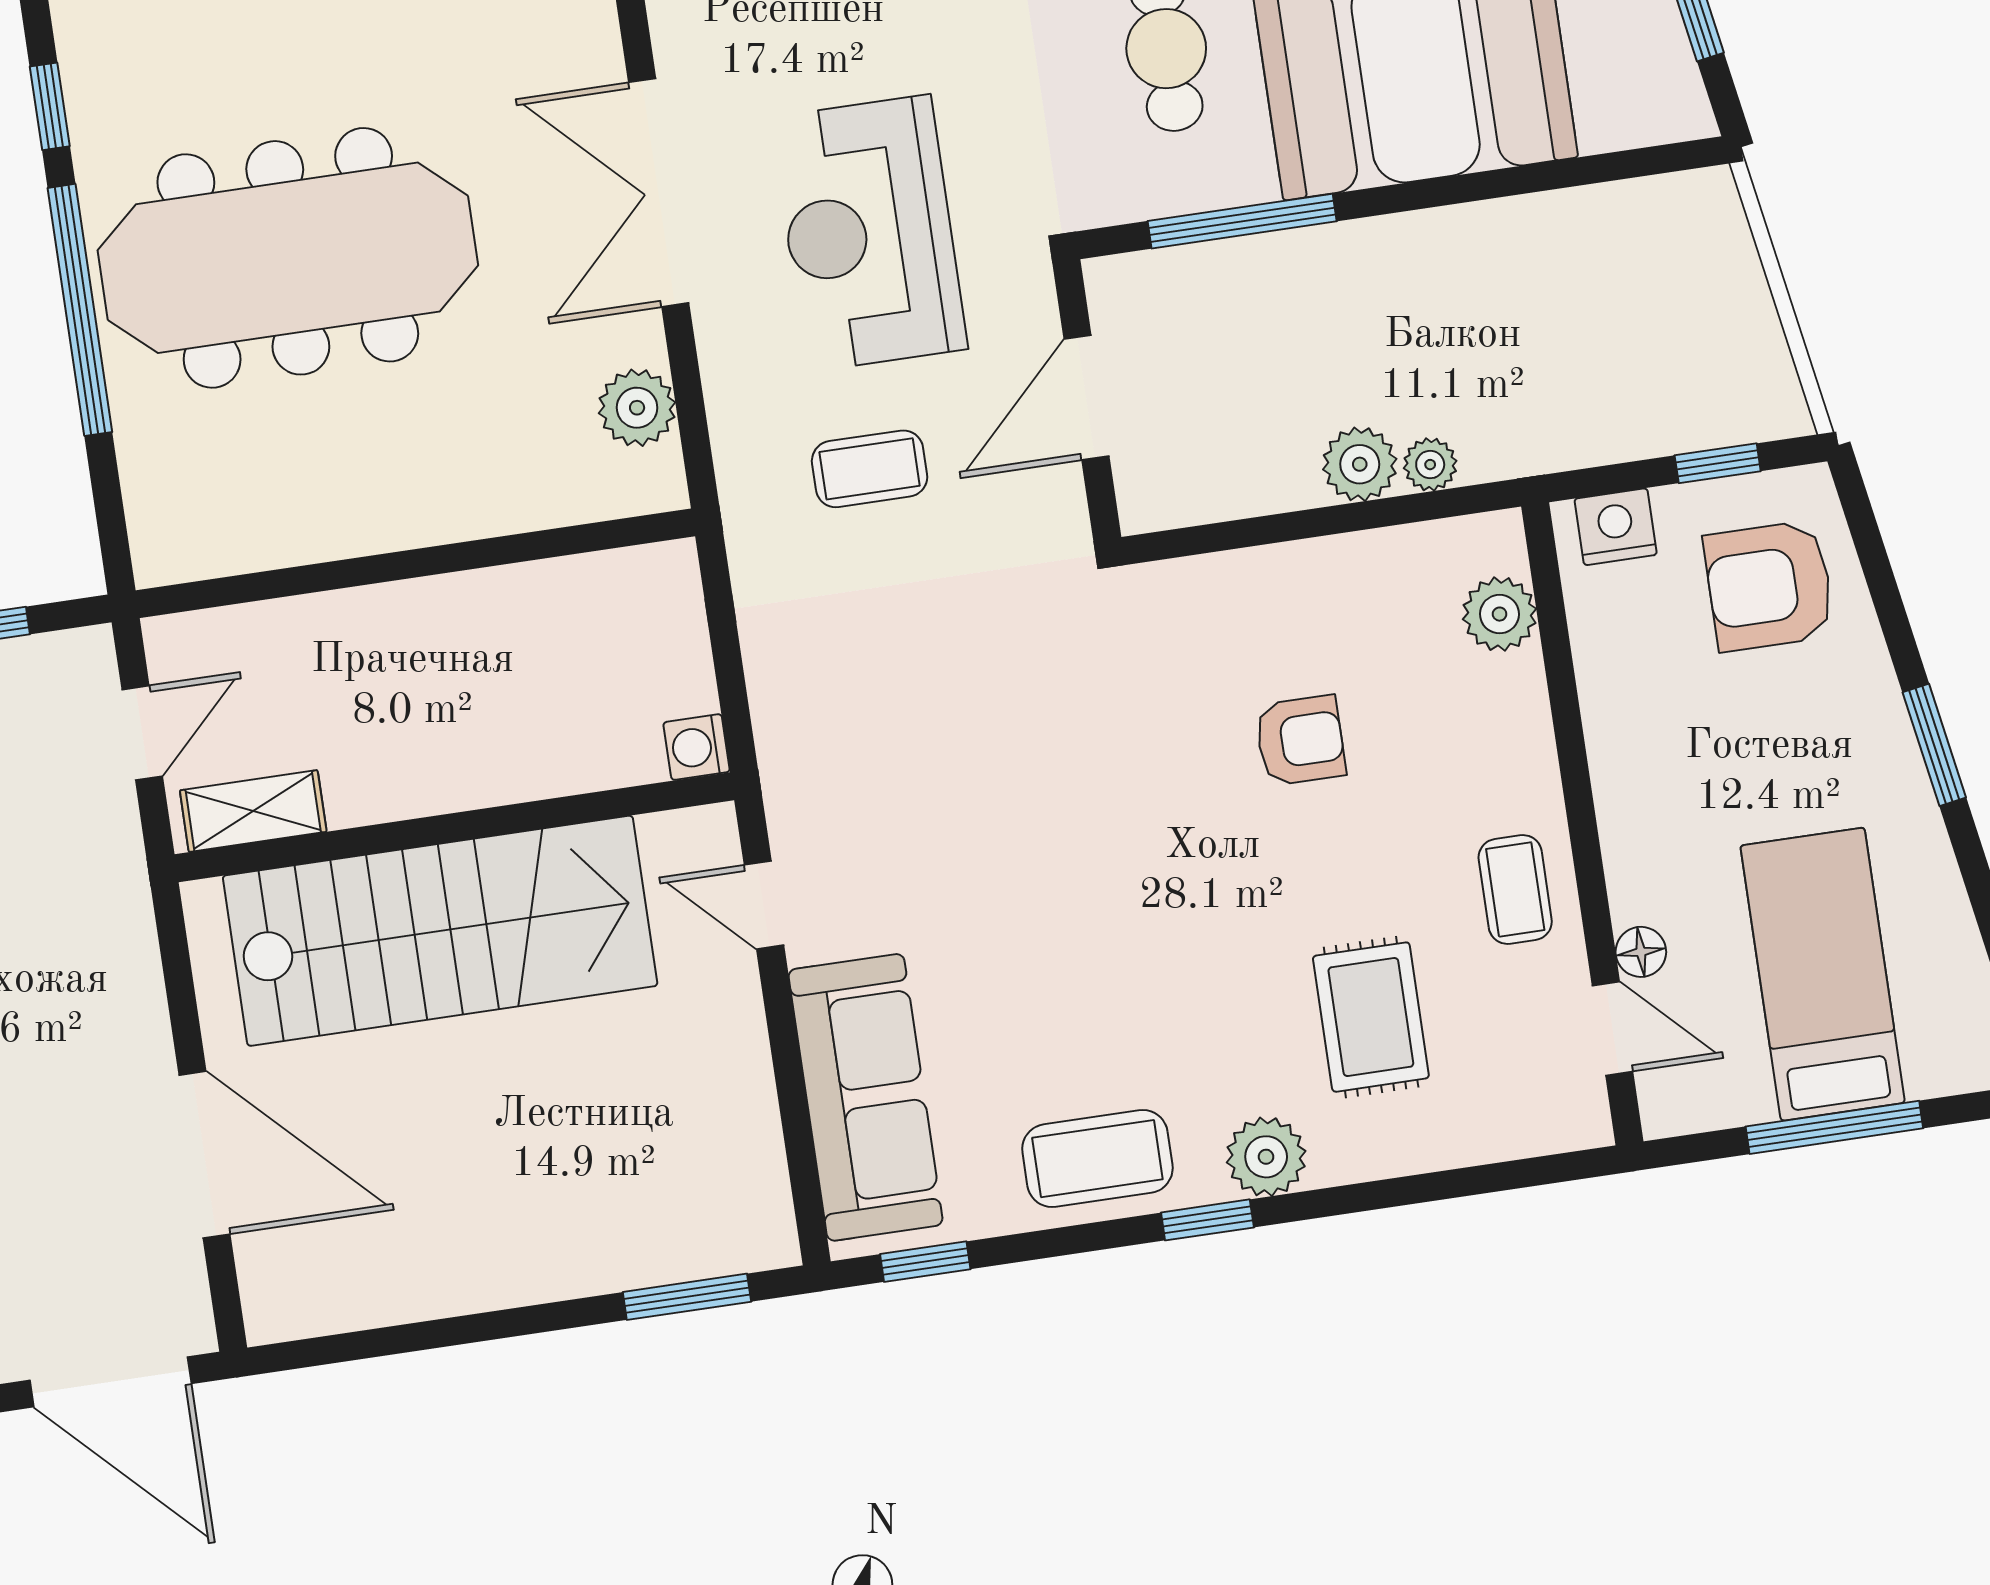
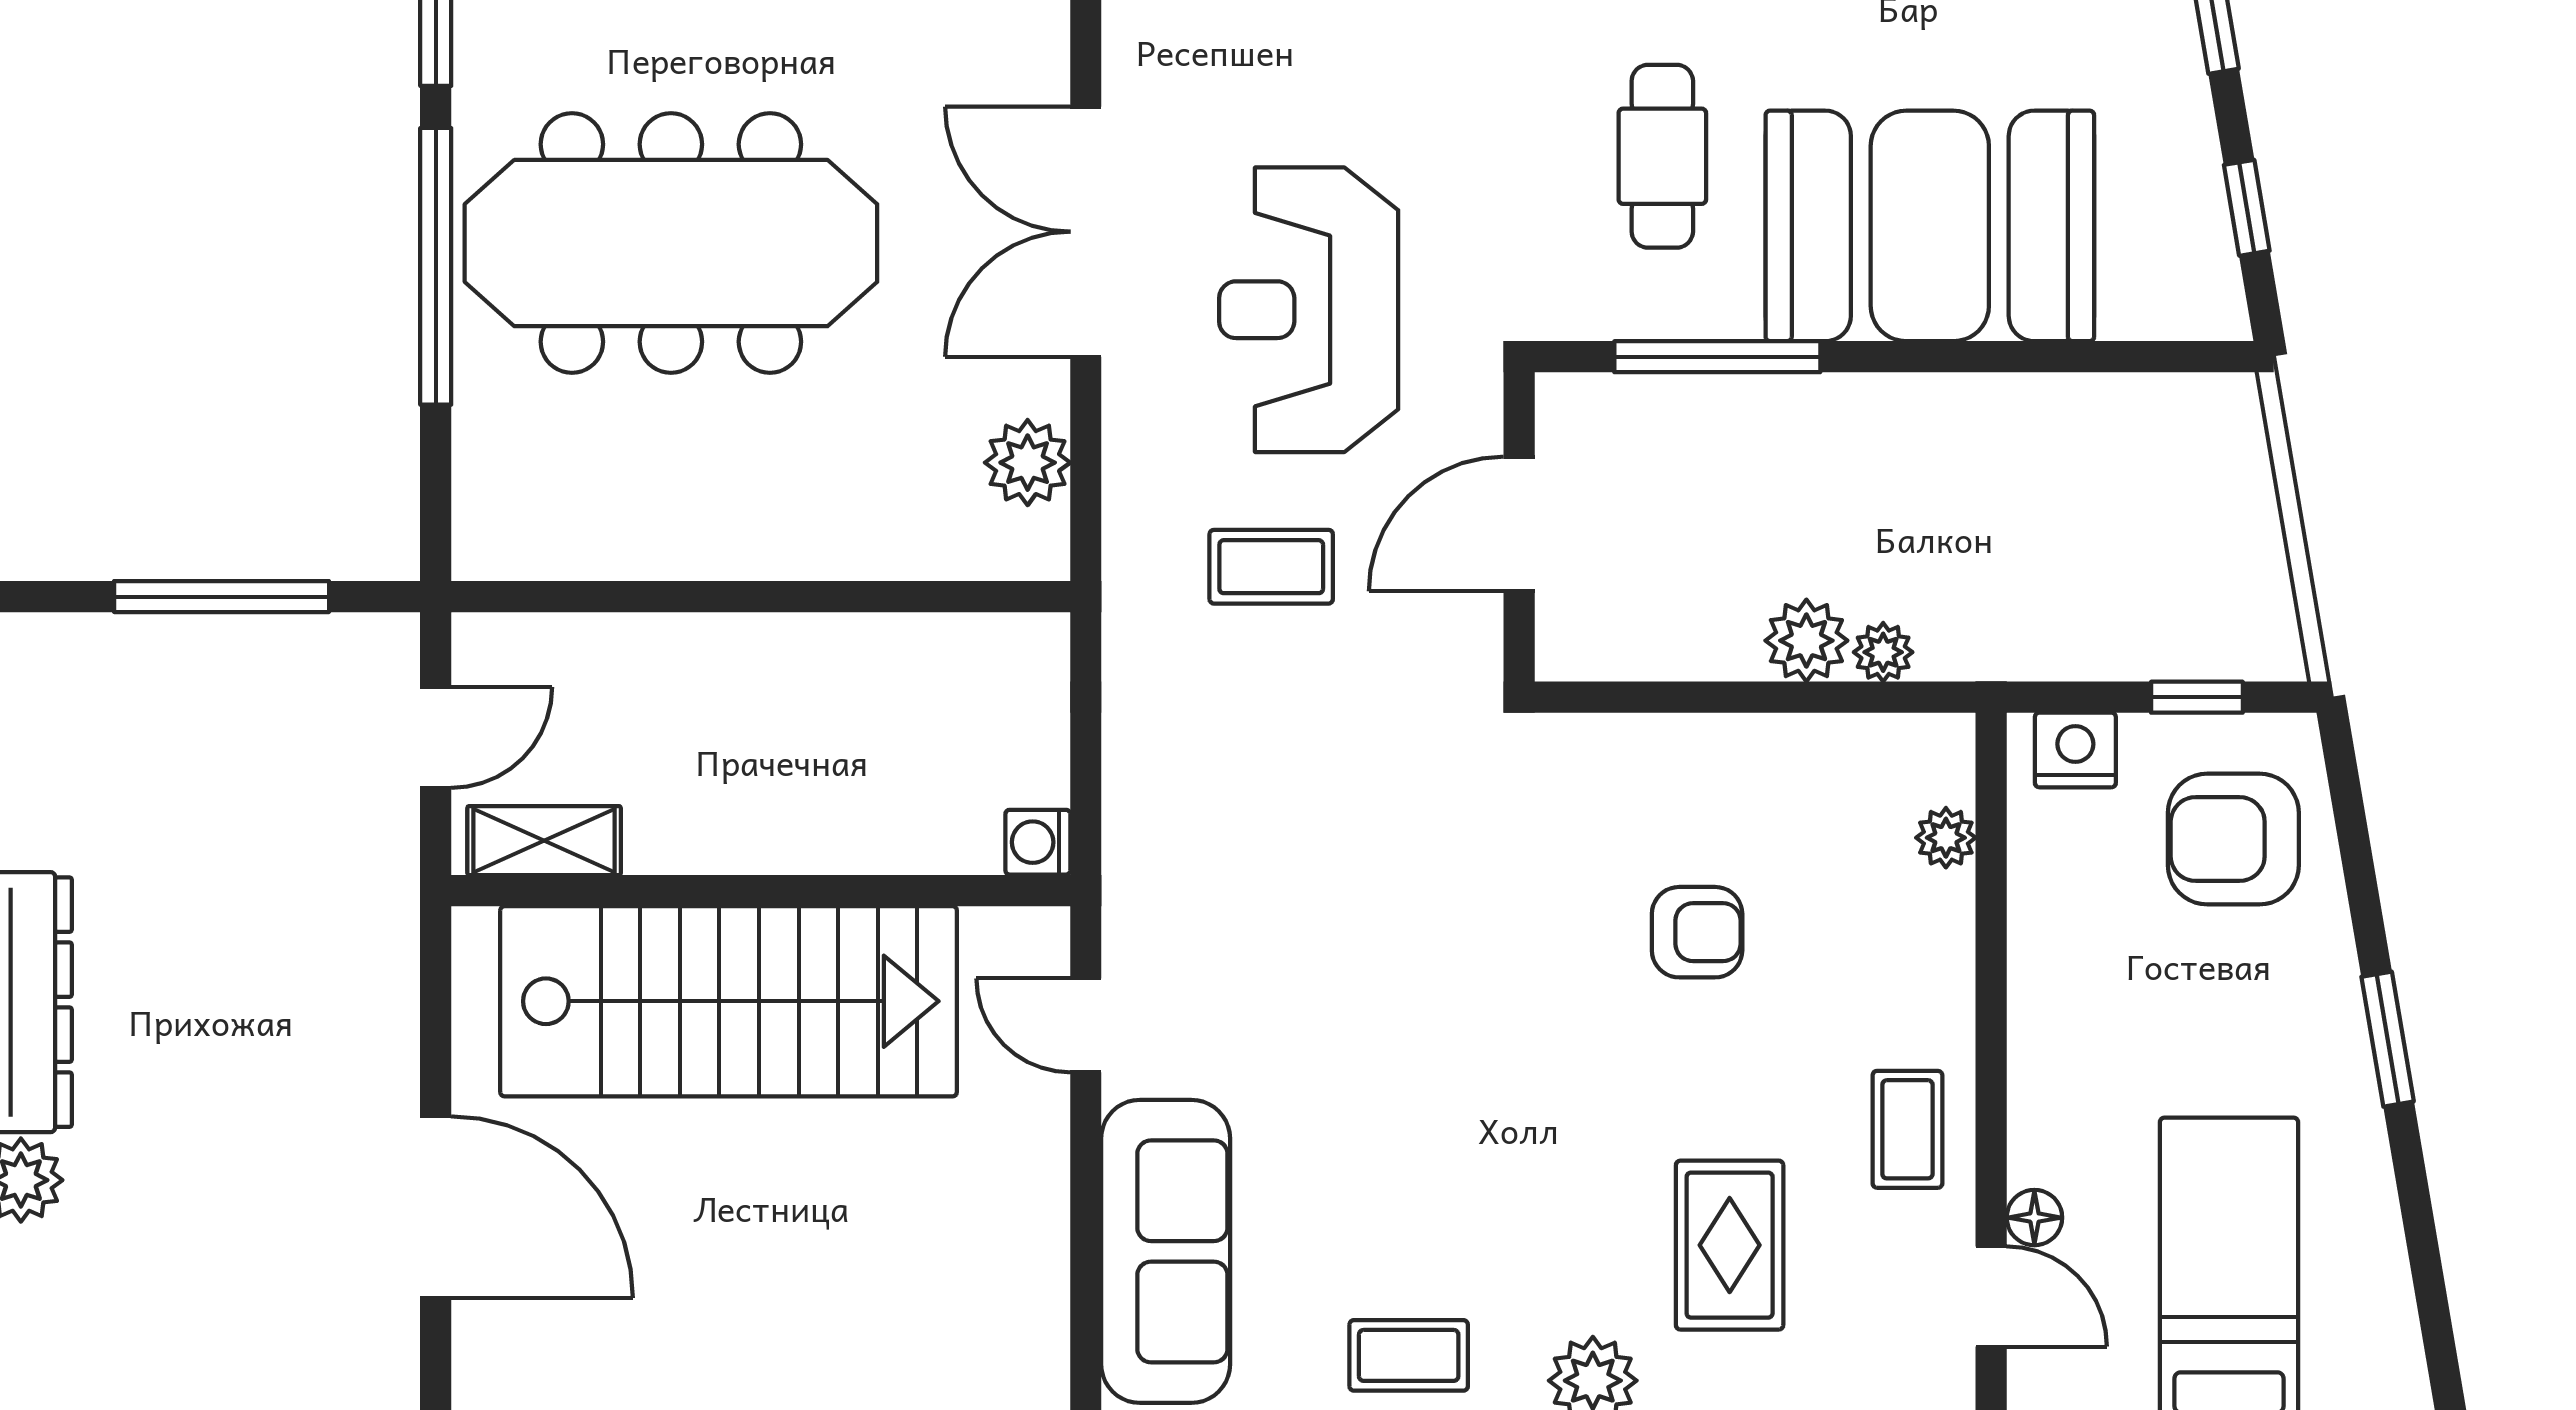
plant: (1500, 614) -> (1946, 838), width x0.73, depth x0.73
coffee table: (1097, 1159) -> (1409, 1355), width x0.73, depth x0.77

